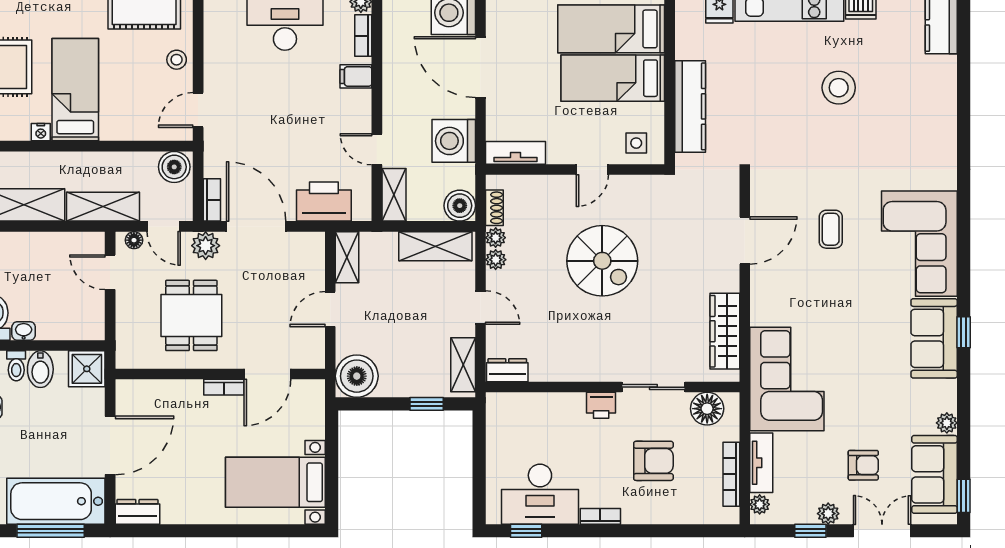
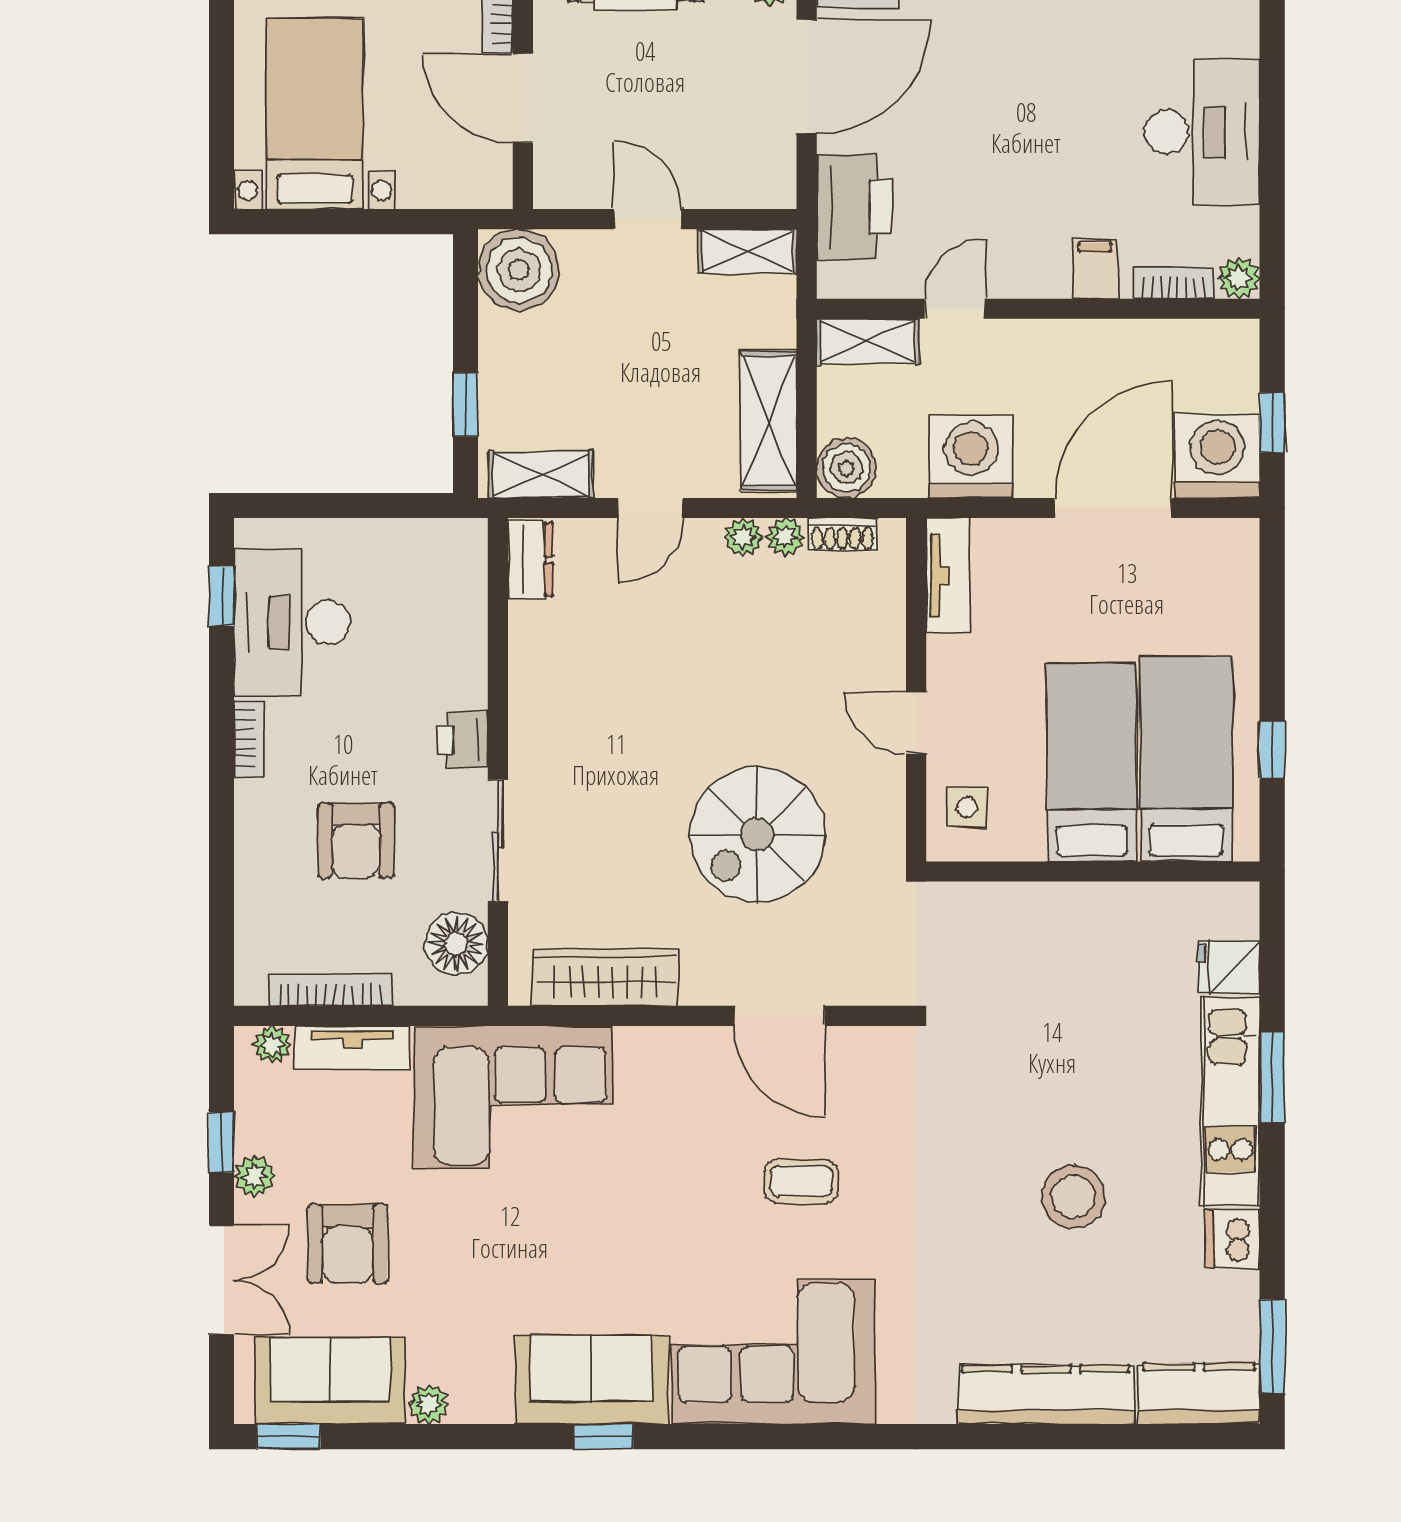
kitchen counter: (690, 106) -> (1046, 1395), moved, turned 180
spiral stairs: (602, 261) -> (757, 835), moved
armchair: (863, 465) -> (348, 1244), width x1.38, depth x1.38

